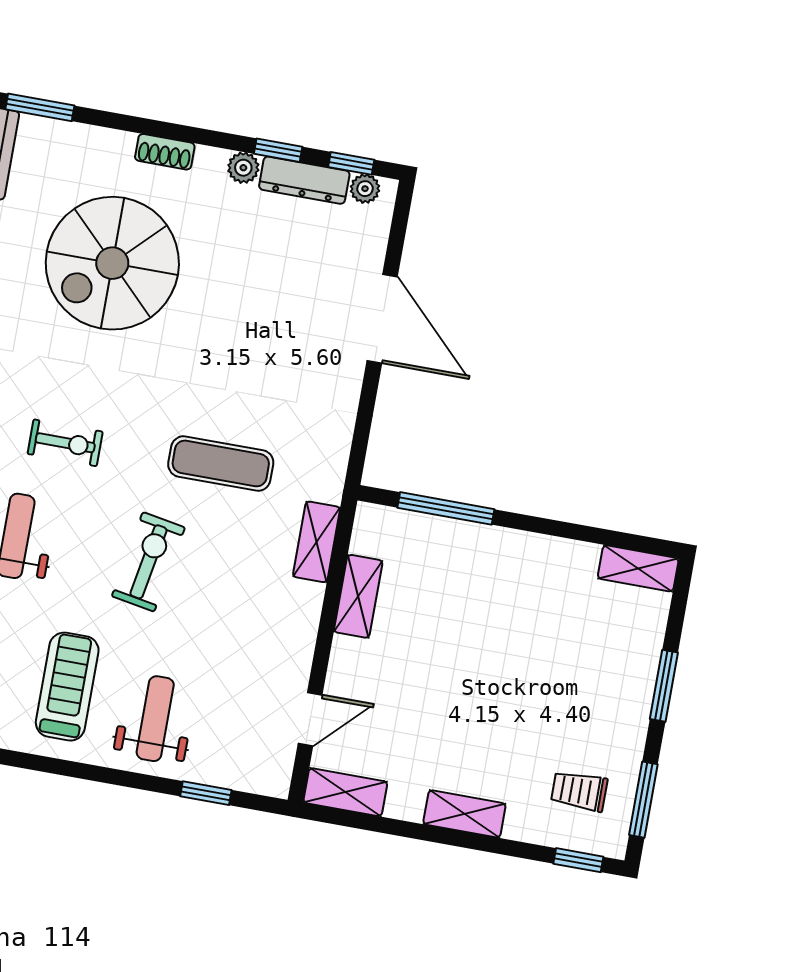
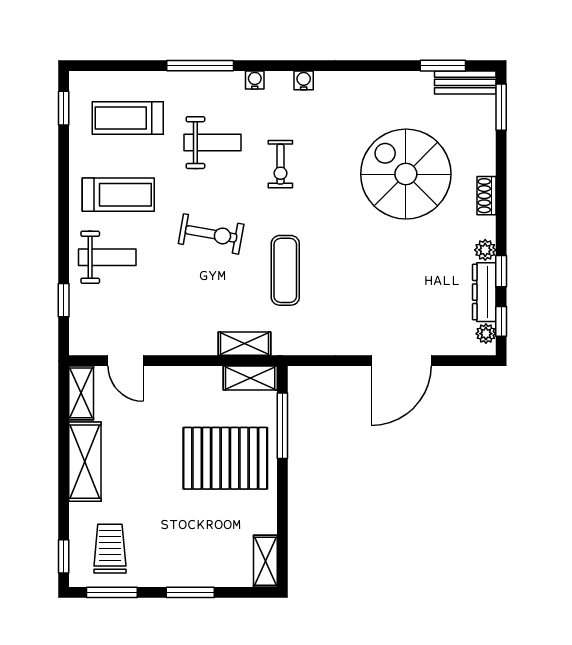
shelving: (358, 596) -> (250, 378), moved
pallet: (478, 600) -> (225, 458), added
trolley: (579, 791) -> (110, 549), width x1.36, depth x1.39
shelving: (464, 814) -> (85, 462), width x1.50, depth x1.33

